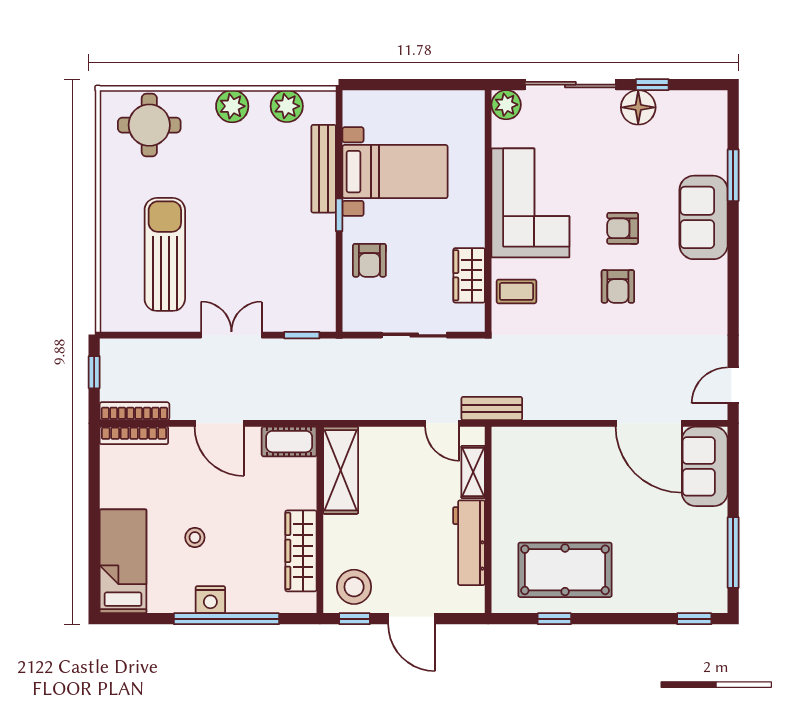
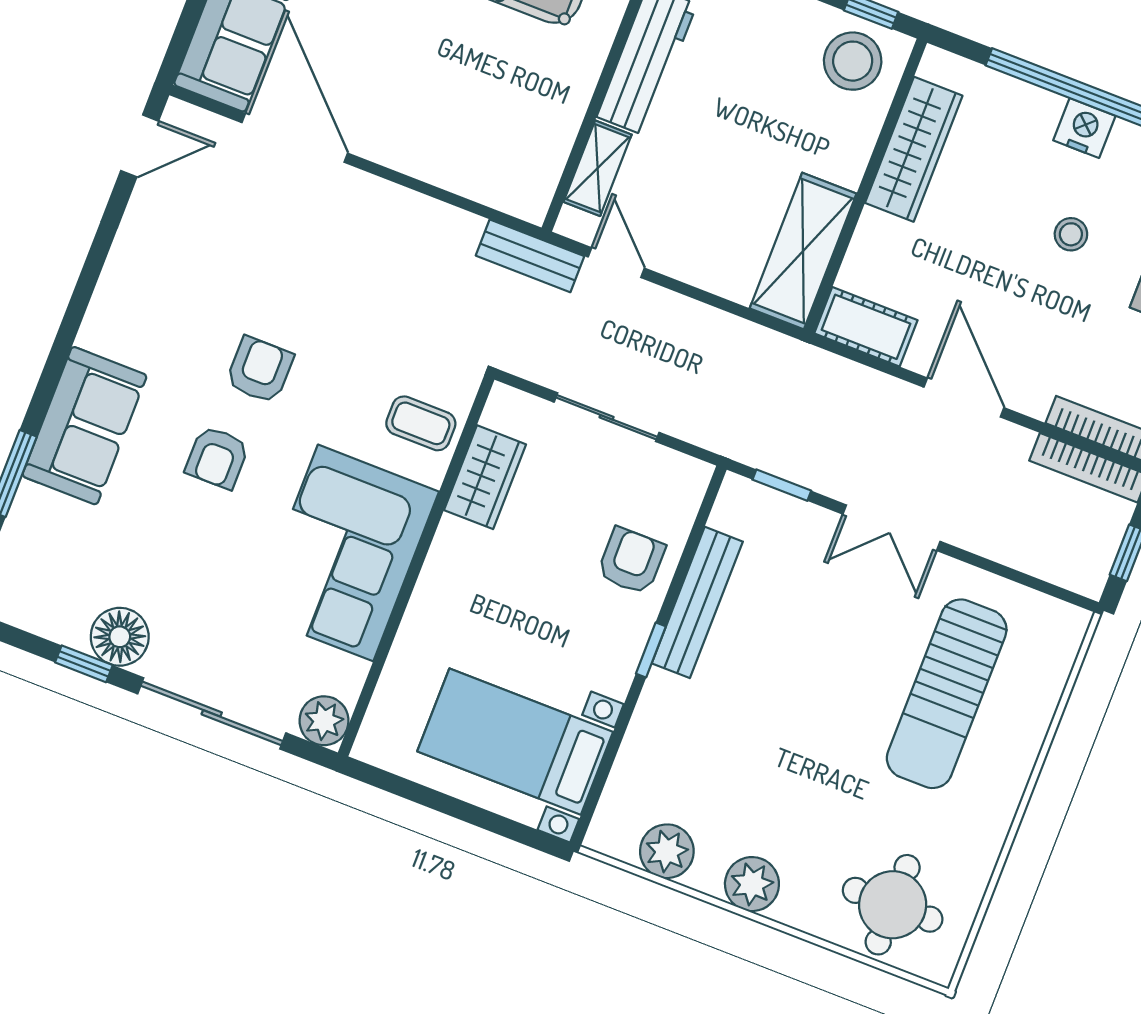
bench: (324, 169) -> (697, 602), moved
bed with nightstands: (395, 172) -> (515, 742), moved
armchair: (623, 228) -> (217, 458), turned 90

